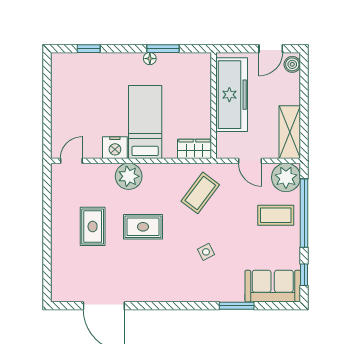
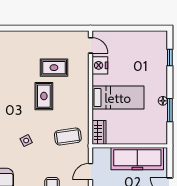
nightstand: (115, 148) -> (100, 65), moved
plant: (129, 176) -> (80, 86), removed
coffee table: (200, 193) -> (68, 137), turned -45
rug: (93, 226) -> (54, 68), moved

